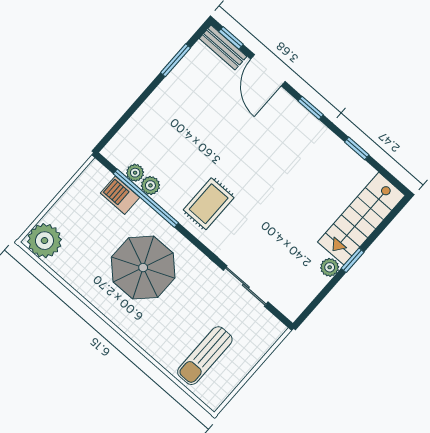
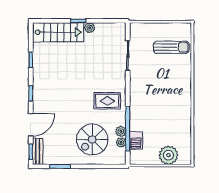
spiral stairs: (174, 137) -> (92, 140), added
plant: (44, 241) -> (168, 155), moved
parasol: (143, 268) -> (157, 105), removed

